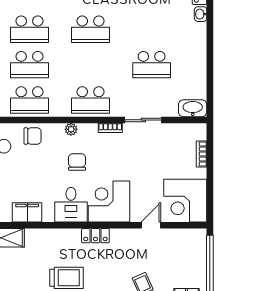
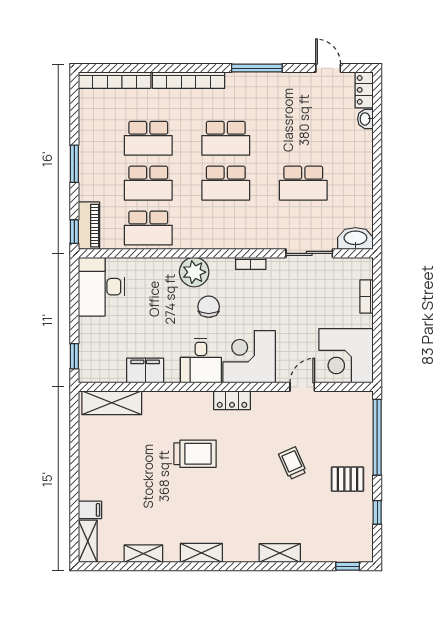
school desk: (91, 100) -> (226, 183), moved
sliding door: (143, 120) -> (309, 253), moved
plant: (71, 129) -> (194, 272), width x1.87, depth x1.87
chair: (33, 136) -> (152, 274), removed

